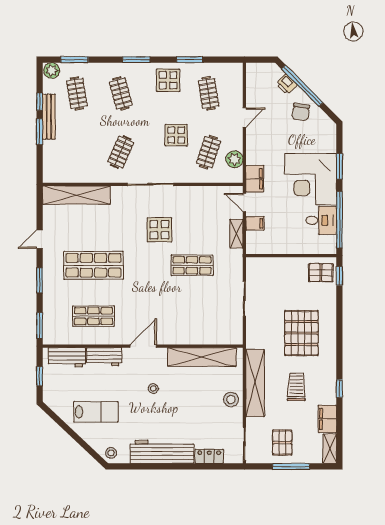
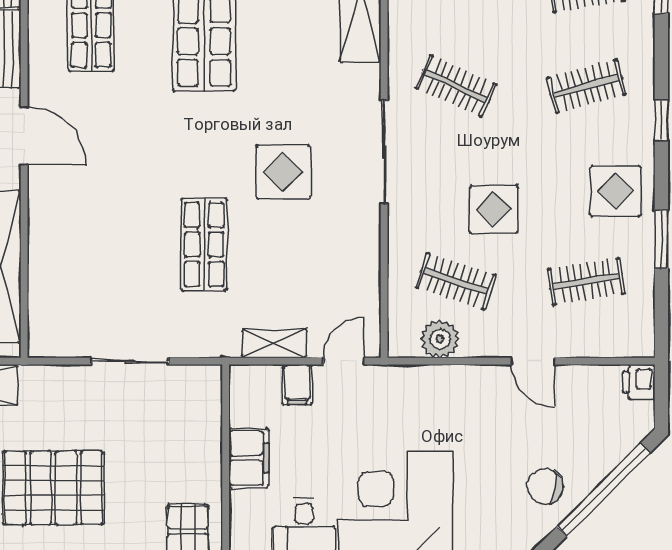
window: (136, 60) -> (661, 120), width x0.67
printer: (286, 84) -> (639, 382), moved, turned -45
filing cabinet: (255, 179) -> (249, 458), moved, turned -90

